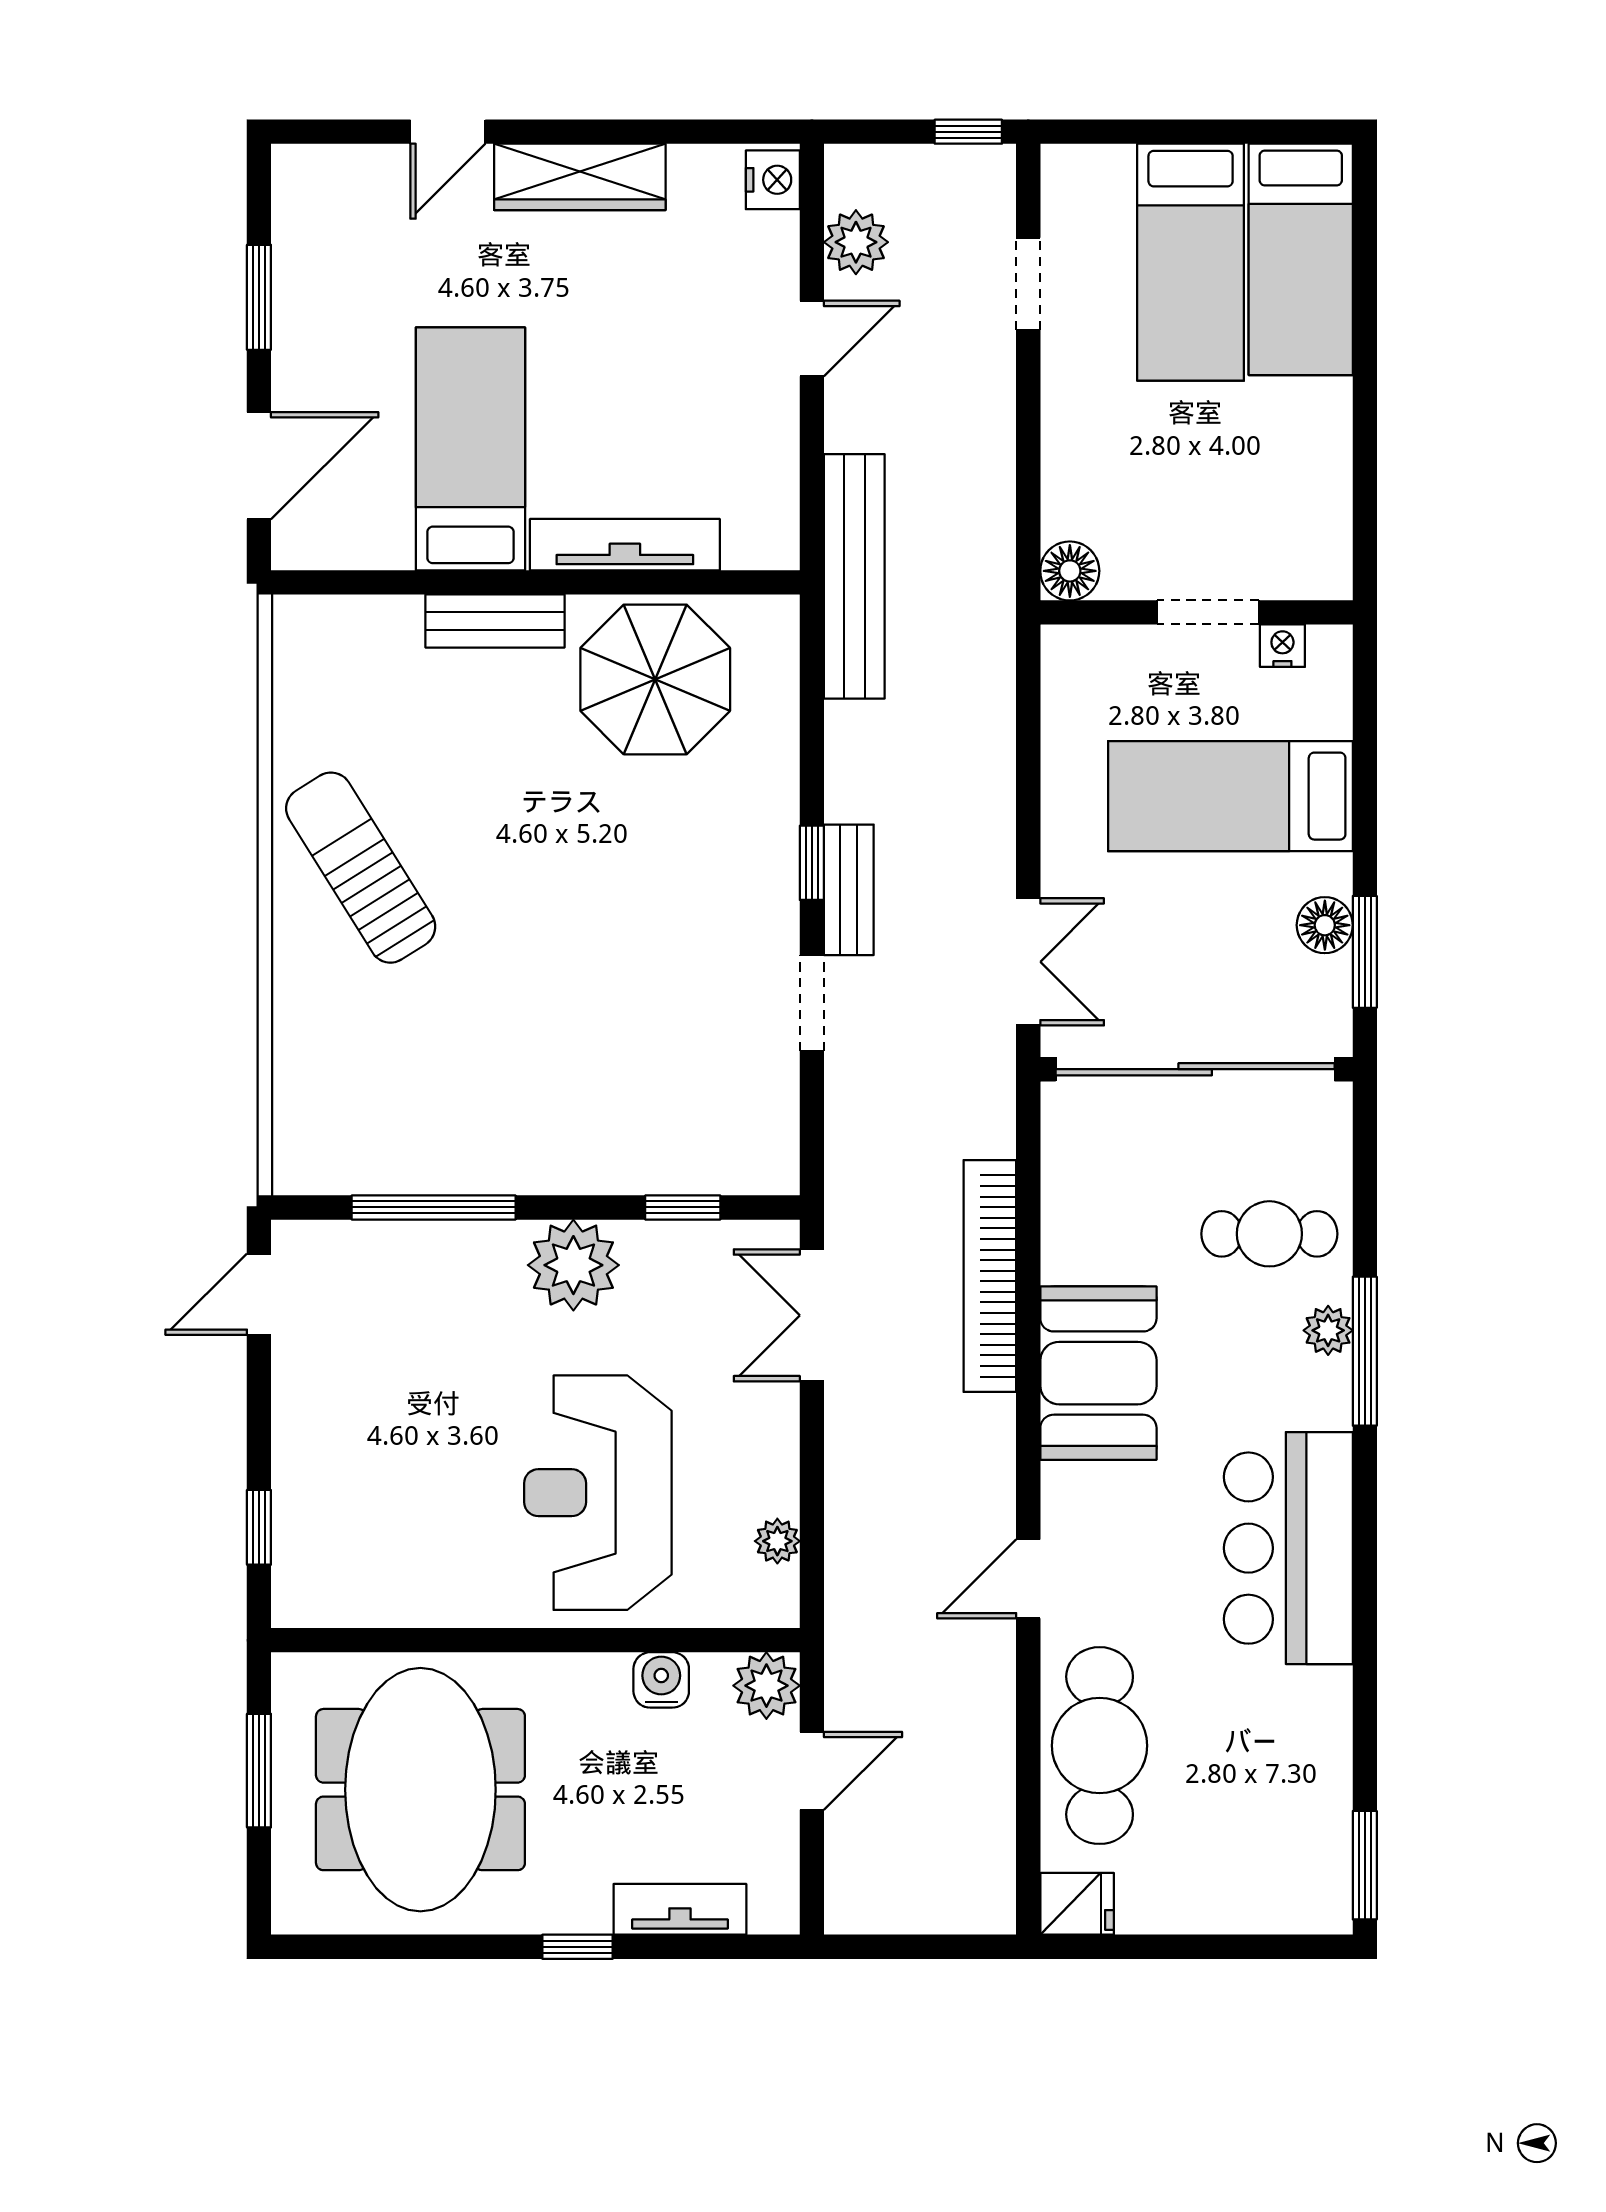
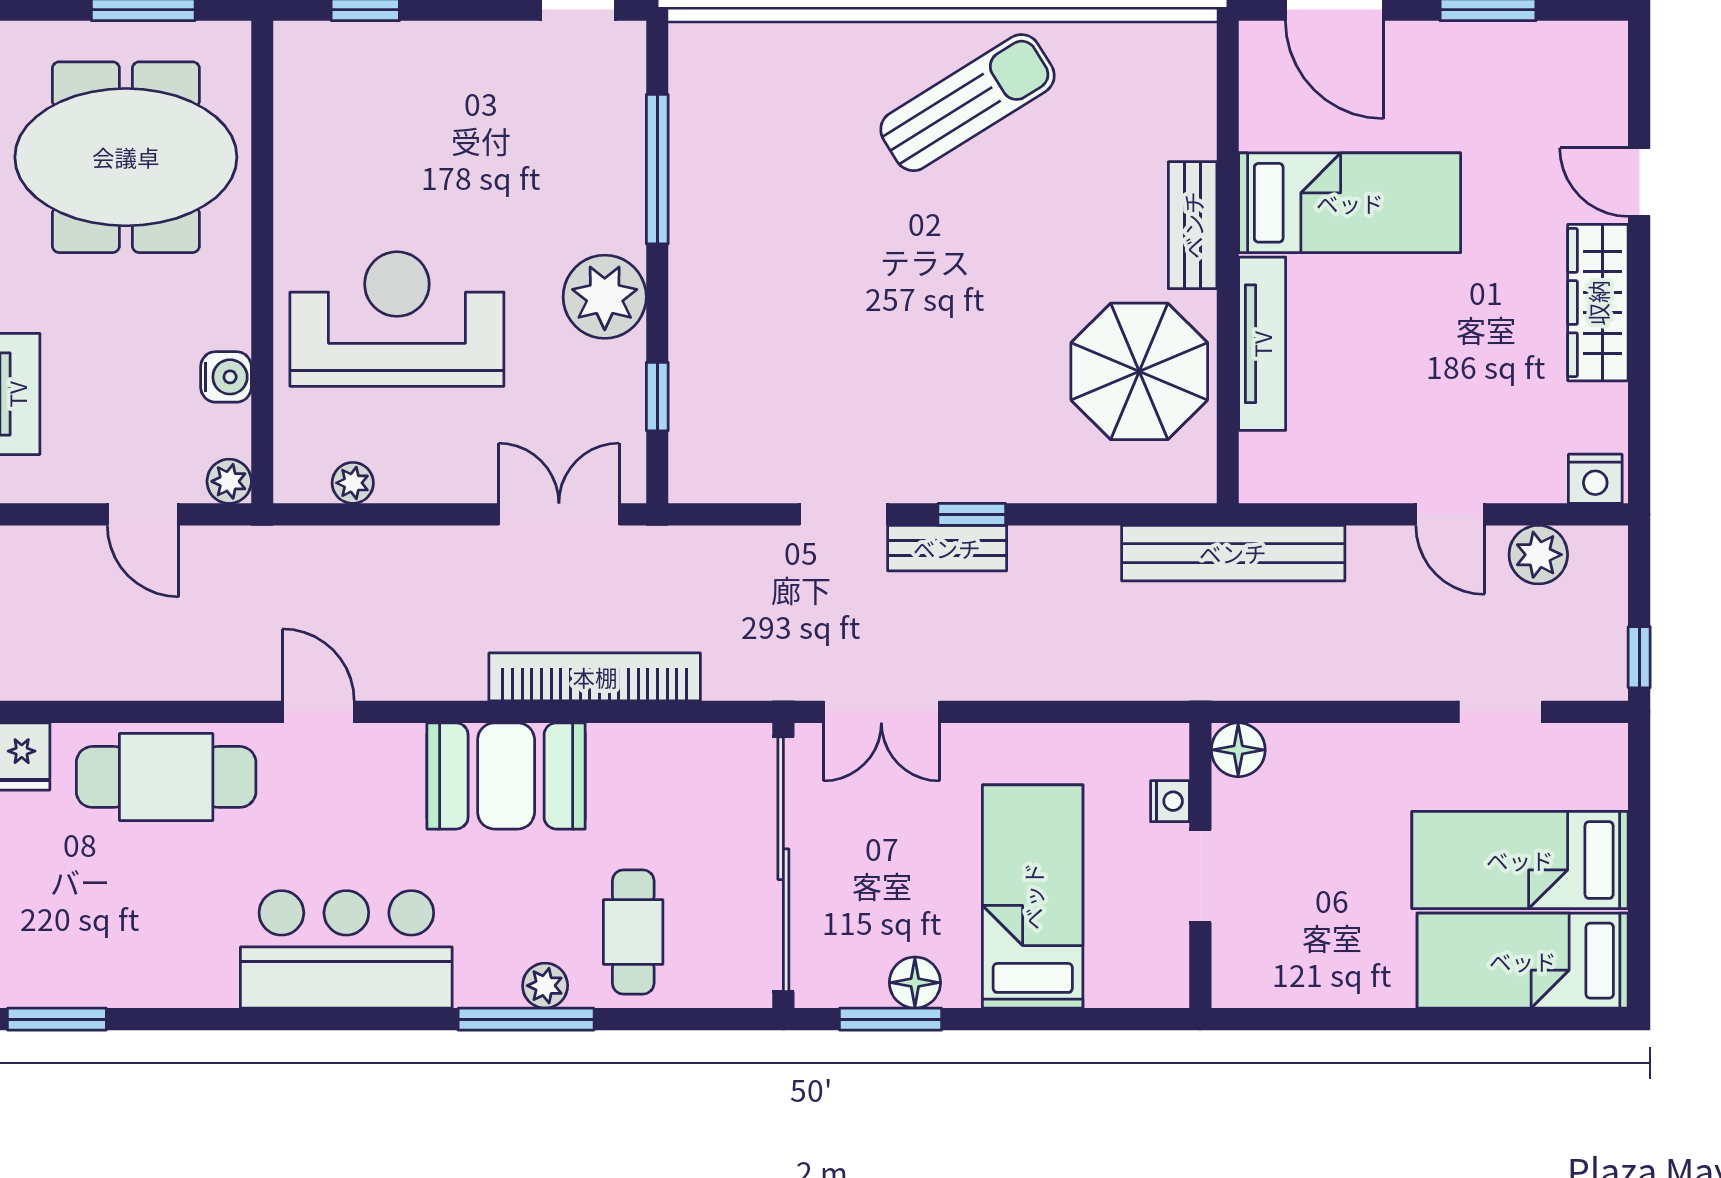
nightstand: (1282, 646) -> (1170, 801), moved
plant: (766, 1686) -> (229, 481), width x0.73, depth x0.73

